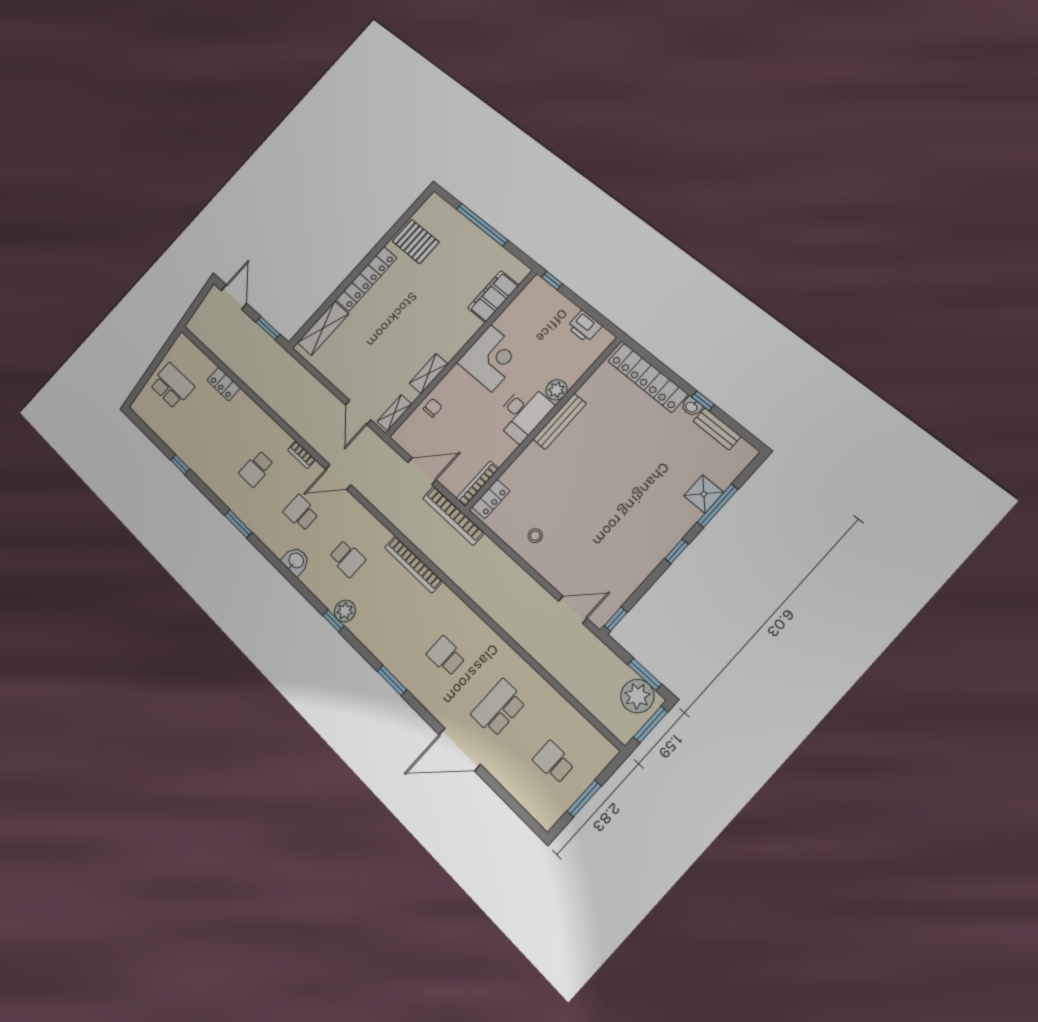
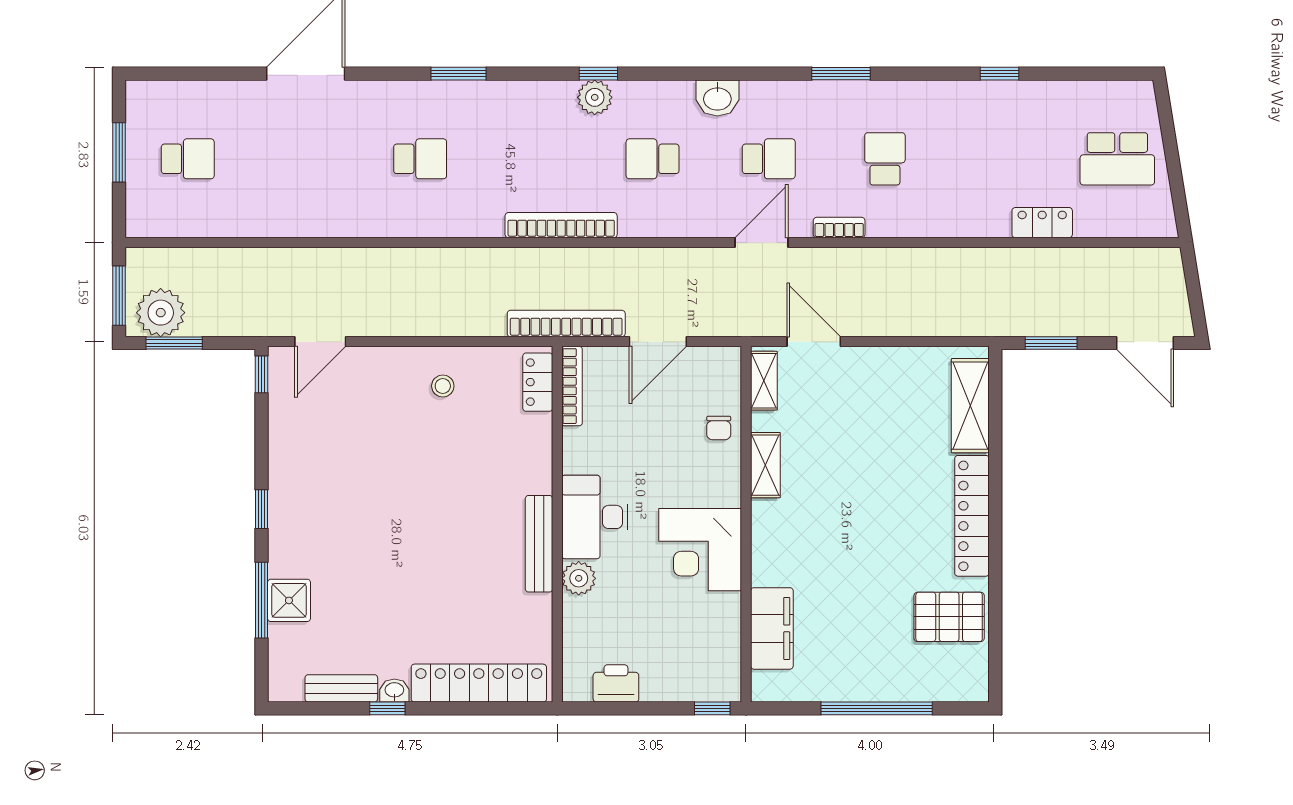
school desk: (499, 708) -> (304, 159), removed

